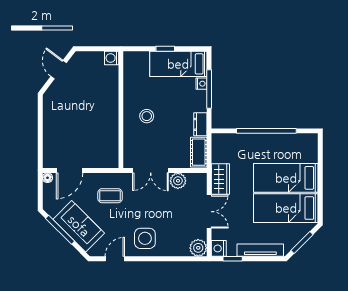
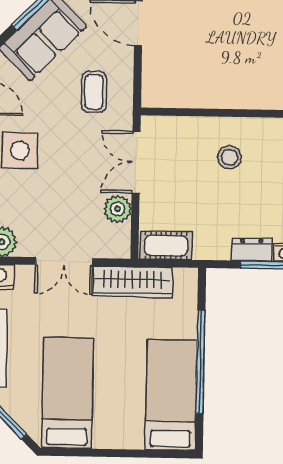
dresser: (200, 124) -> (252, 250), moved
bed: (286, 178) -> (171, 395), moved
wardrobe: (220, 179) -> (133, 282), width x1.50

